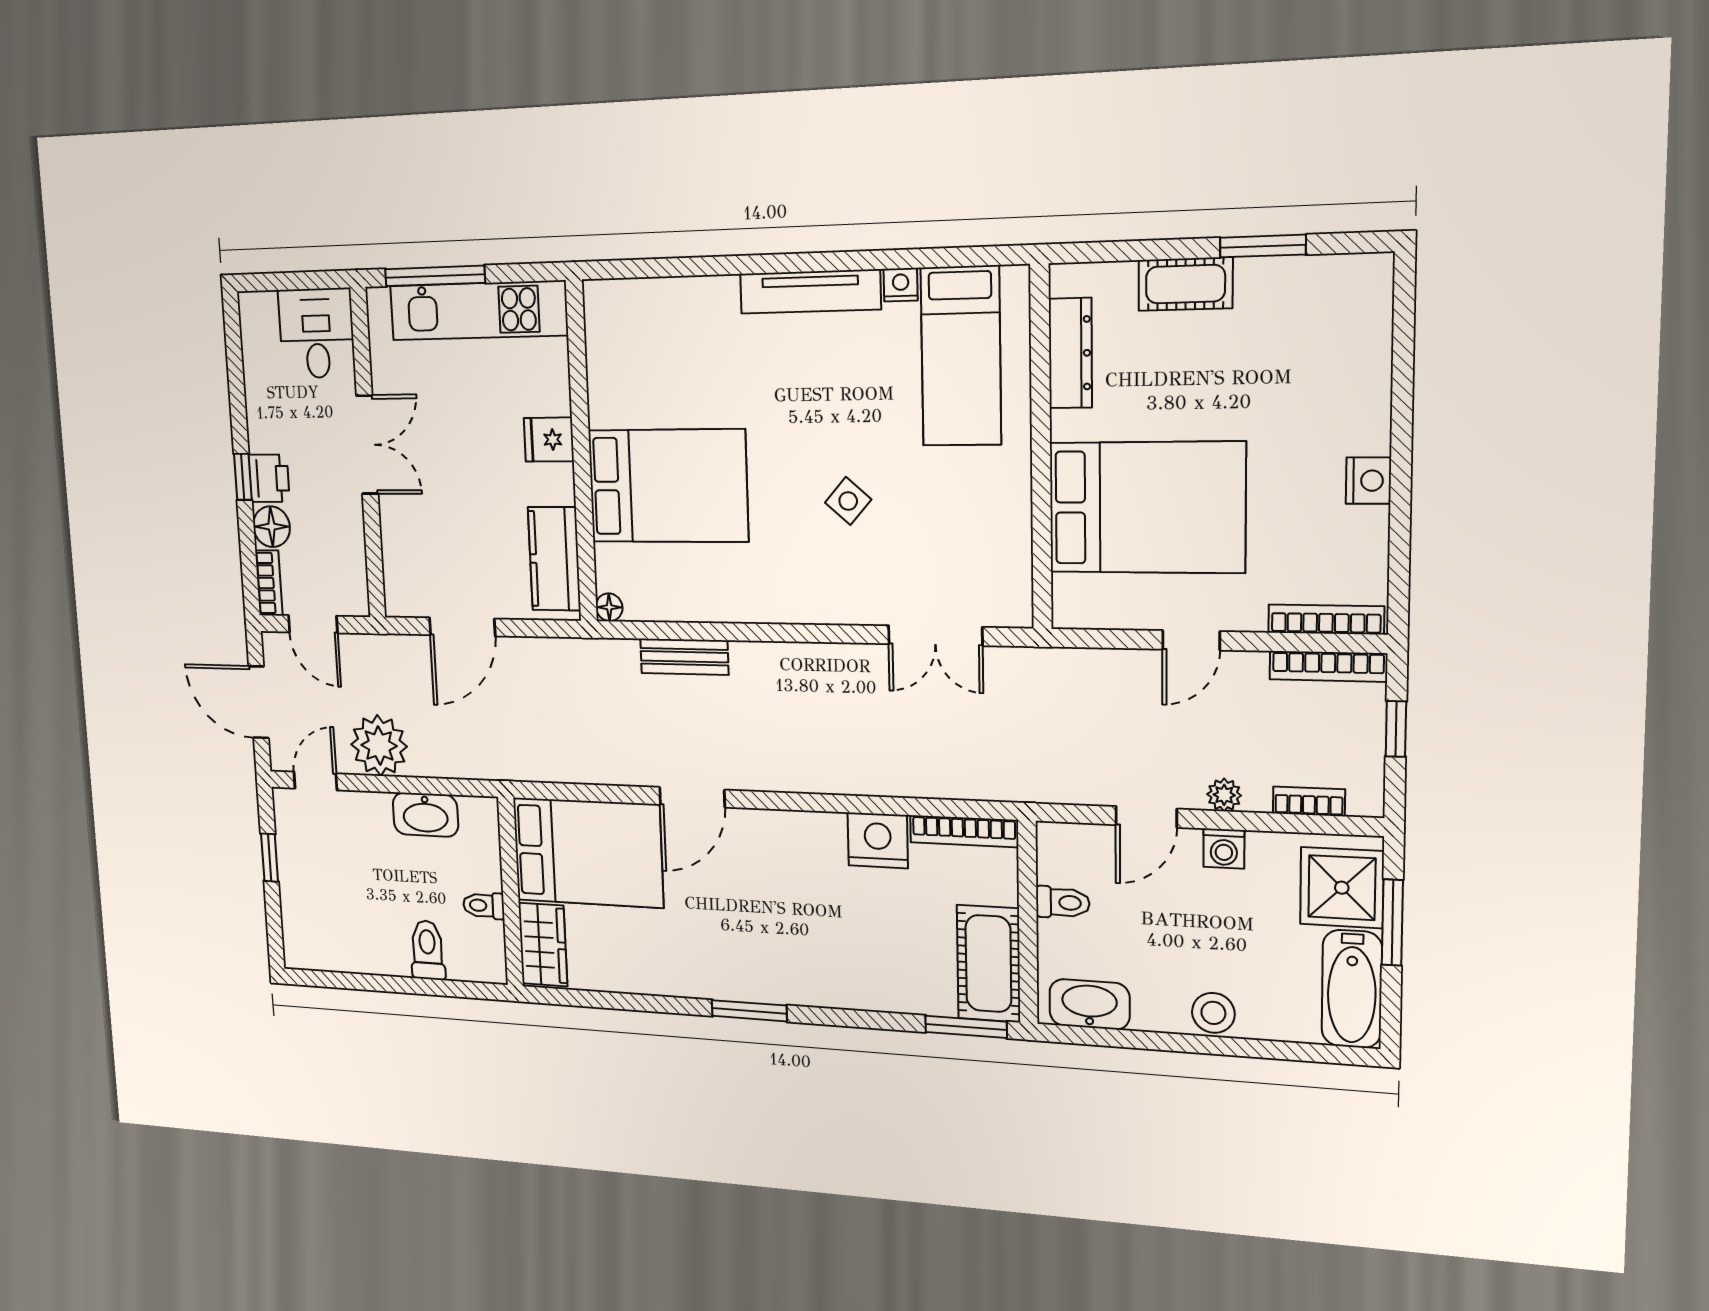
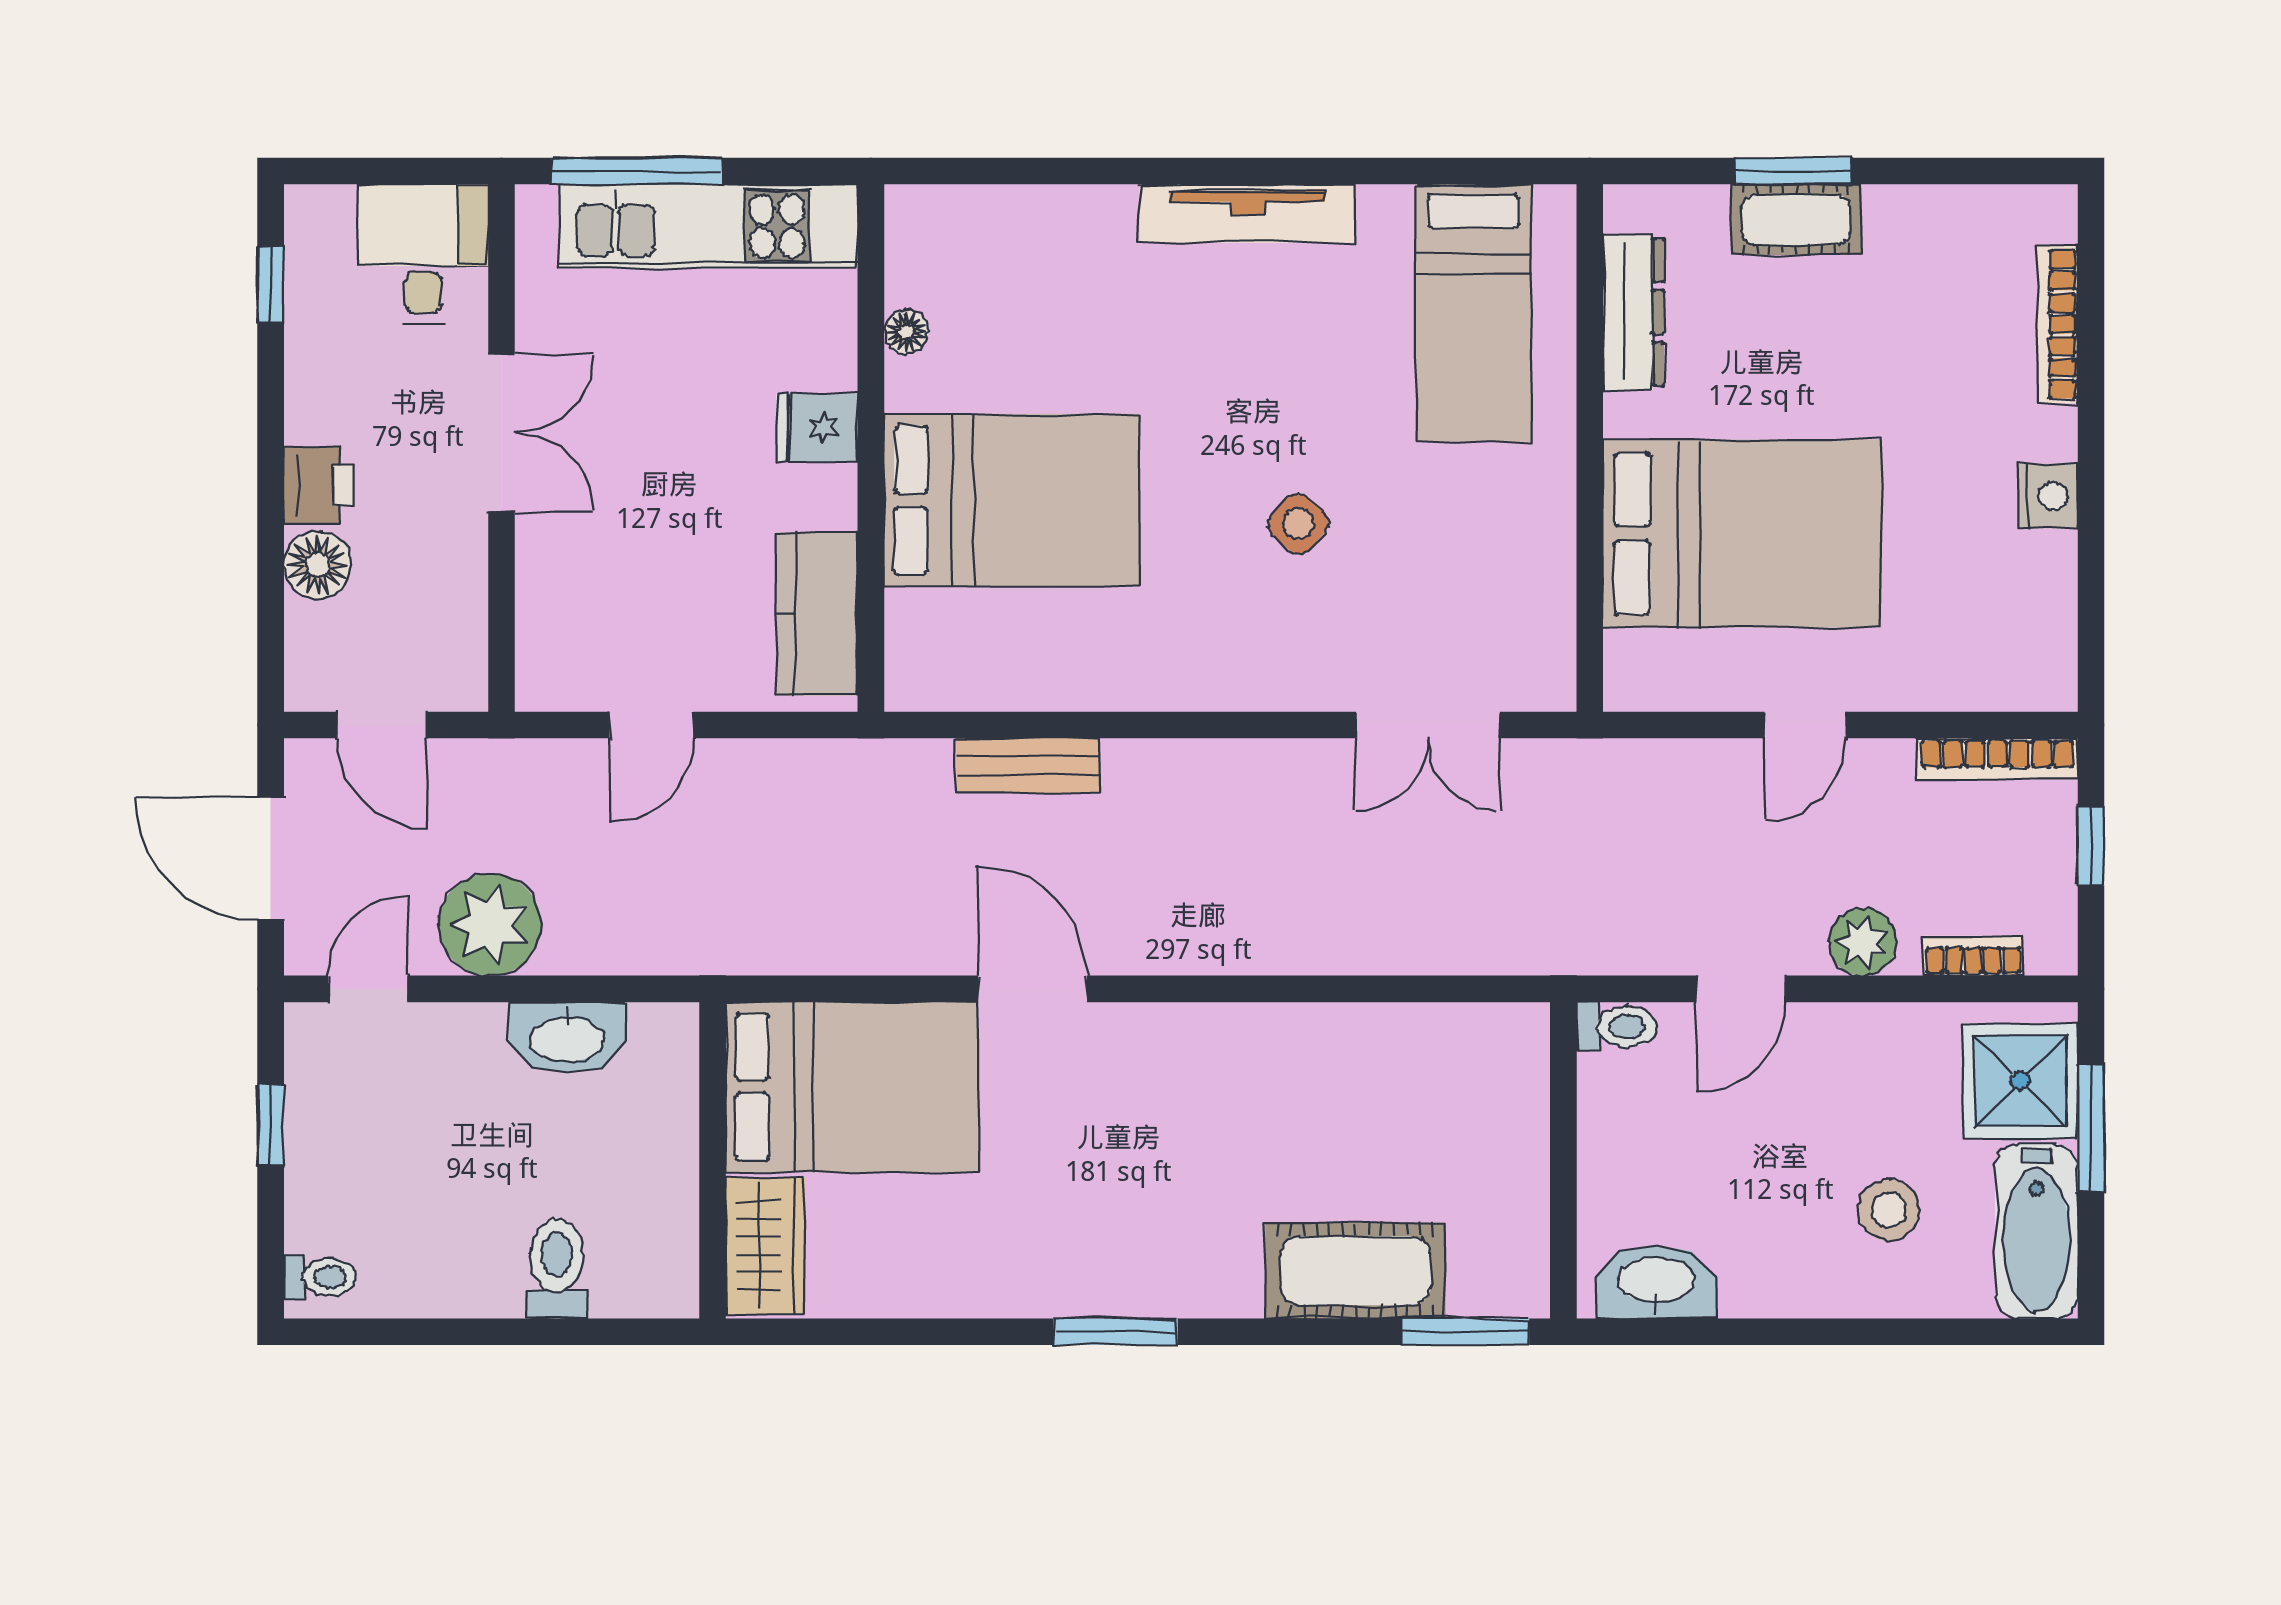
window: (1263, 246) -> (1794, 171), moved
nightstand: (901, 285) -> (1385, 208), removed
window: (243, 477) -> (271, 284), moved
bookcase: (269, 583) -> (305, 658), removed
floor lamp: (609, 607) -> (906, 332), moved
bookcase: (1326, 619) -> (2058, 324), moved, turned -90
door: (462, 627) -> (651, 725), width x0.73
plant: (1224, 795) -> (1863, 942), width x1.38, depth x1.38
door: (692, 797) -> (1033, 989), swing flipped
bookcase: (964, 831) -> (1467, 1023), removed
nightstand: (878, 840) -> (1332, 1044), removed
washing machine: (1224, 849) -> (1853, 1031), removed
toilet: (1063, 902) -> (1616, 1027), moved
toilet: (484, 906) -> (320, 1277), moved, turned 180
cot: (988, 964) -> (1355, 1271), moved, turned 90
stool: (1213, 1013) -> (1889, 1210), moved

